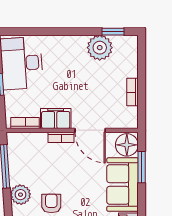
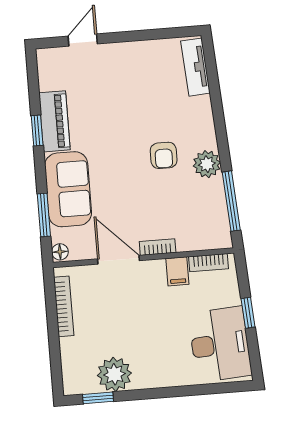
bookcase: (133, 92) -> (64, 306), width x1.56
filing cabinet: (56, 119) -> (177, 271), width x0.50
floor lamp: (127, 145) -> (60, 252), width x0.53, depth x0.53

